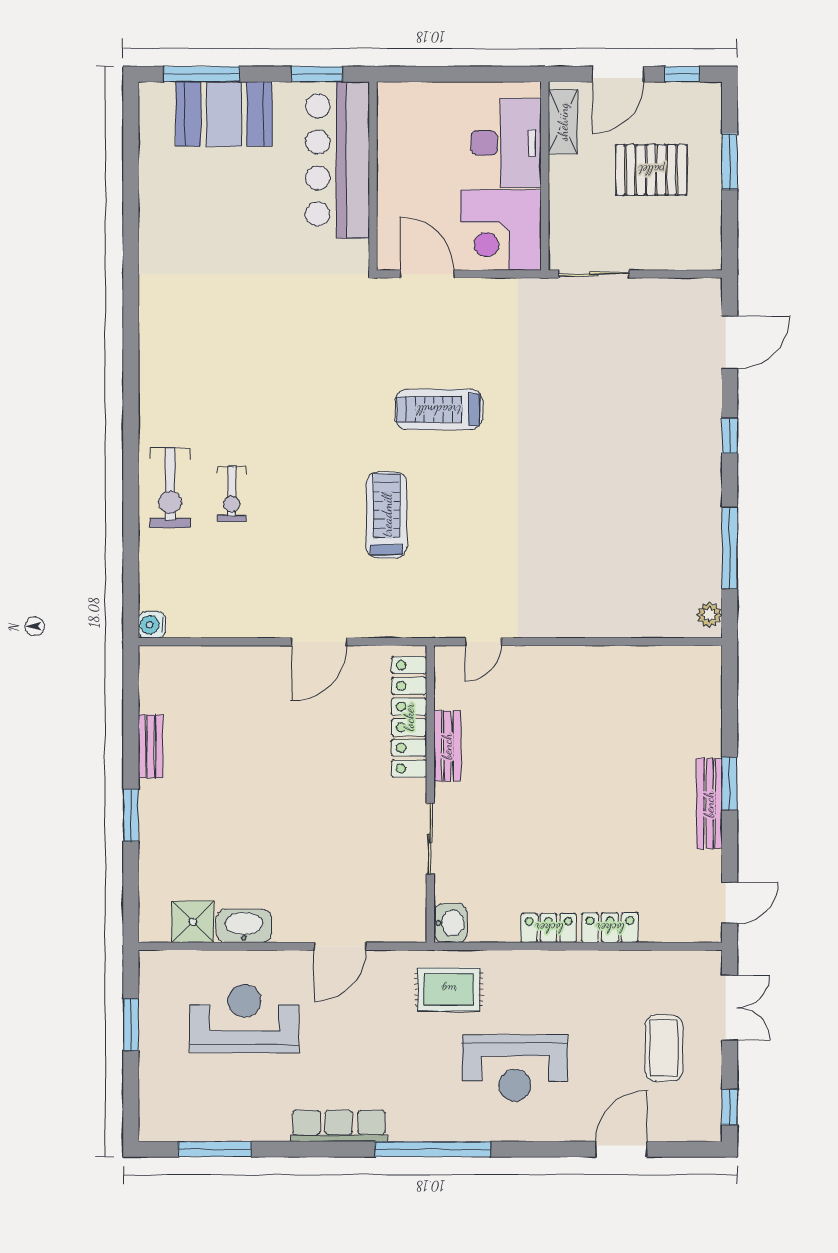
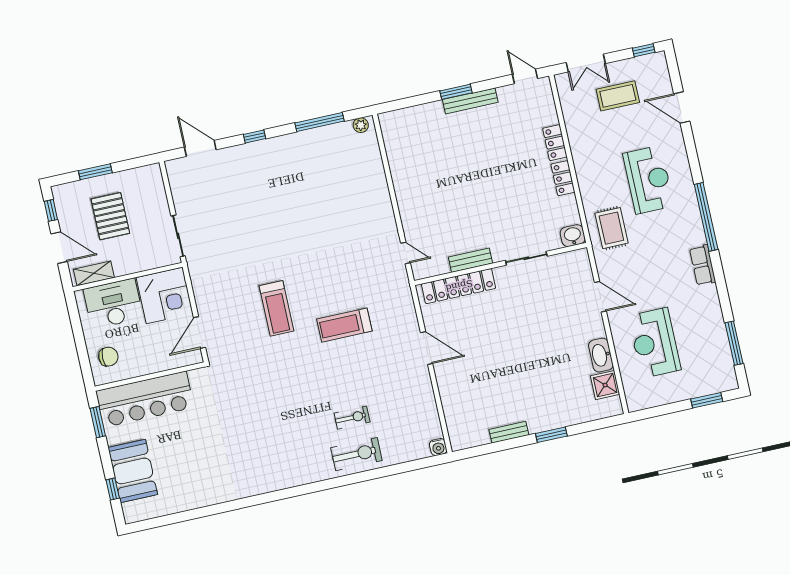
window: (202, 74) -> (113, 489), width x0.46
chair: (421, 115) -> (108, 357), added
double door: (730, 1007) -> (586, 63), swing flipped
window: (131, 1025) -> (707, 400), moved
row of seats: (339, 1126) -> (703, 265), width x0.68

